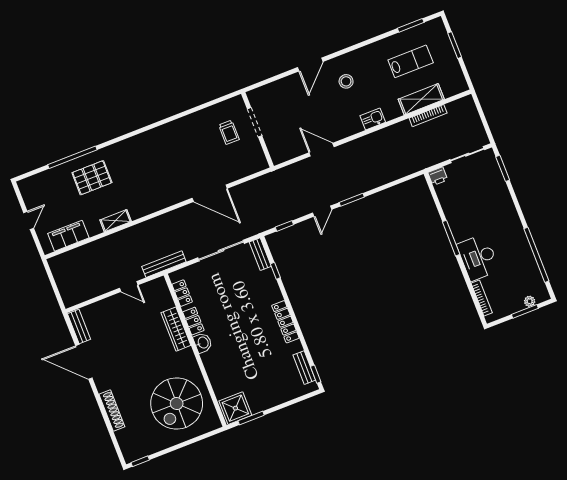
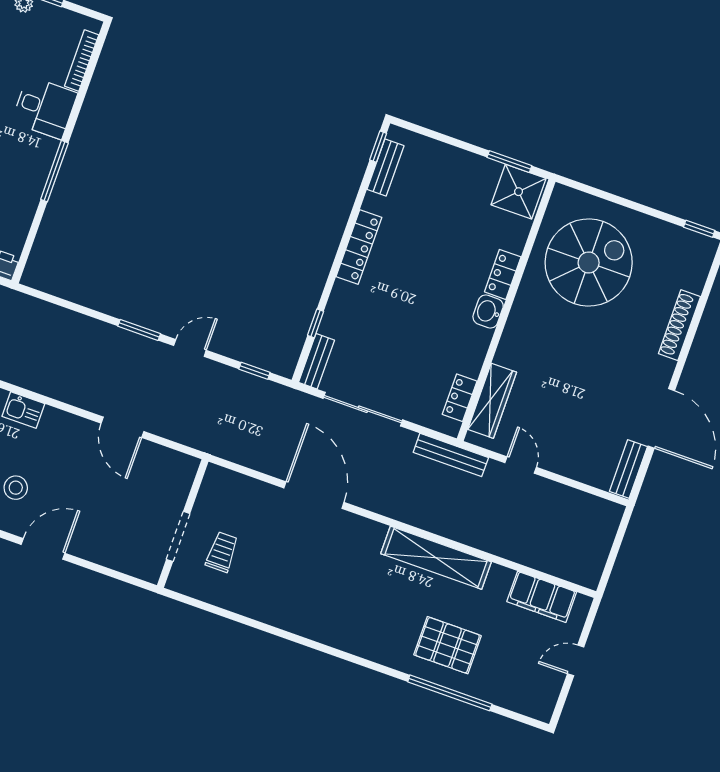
shelving: (116, 221) -> (436, 558), width x2.20, depth x1.33
desk: (478, 258) -> (45, 108), width x0.73
locker: (193, 321) -> (503, 274), moved
wardrobe: (176, 329) -> (492, 401), moved

